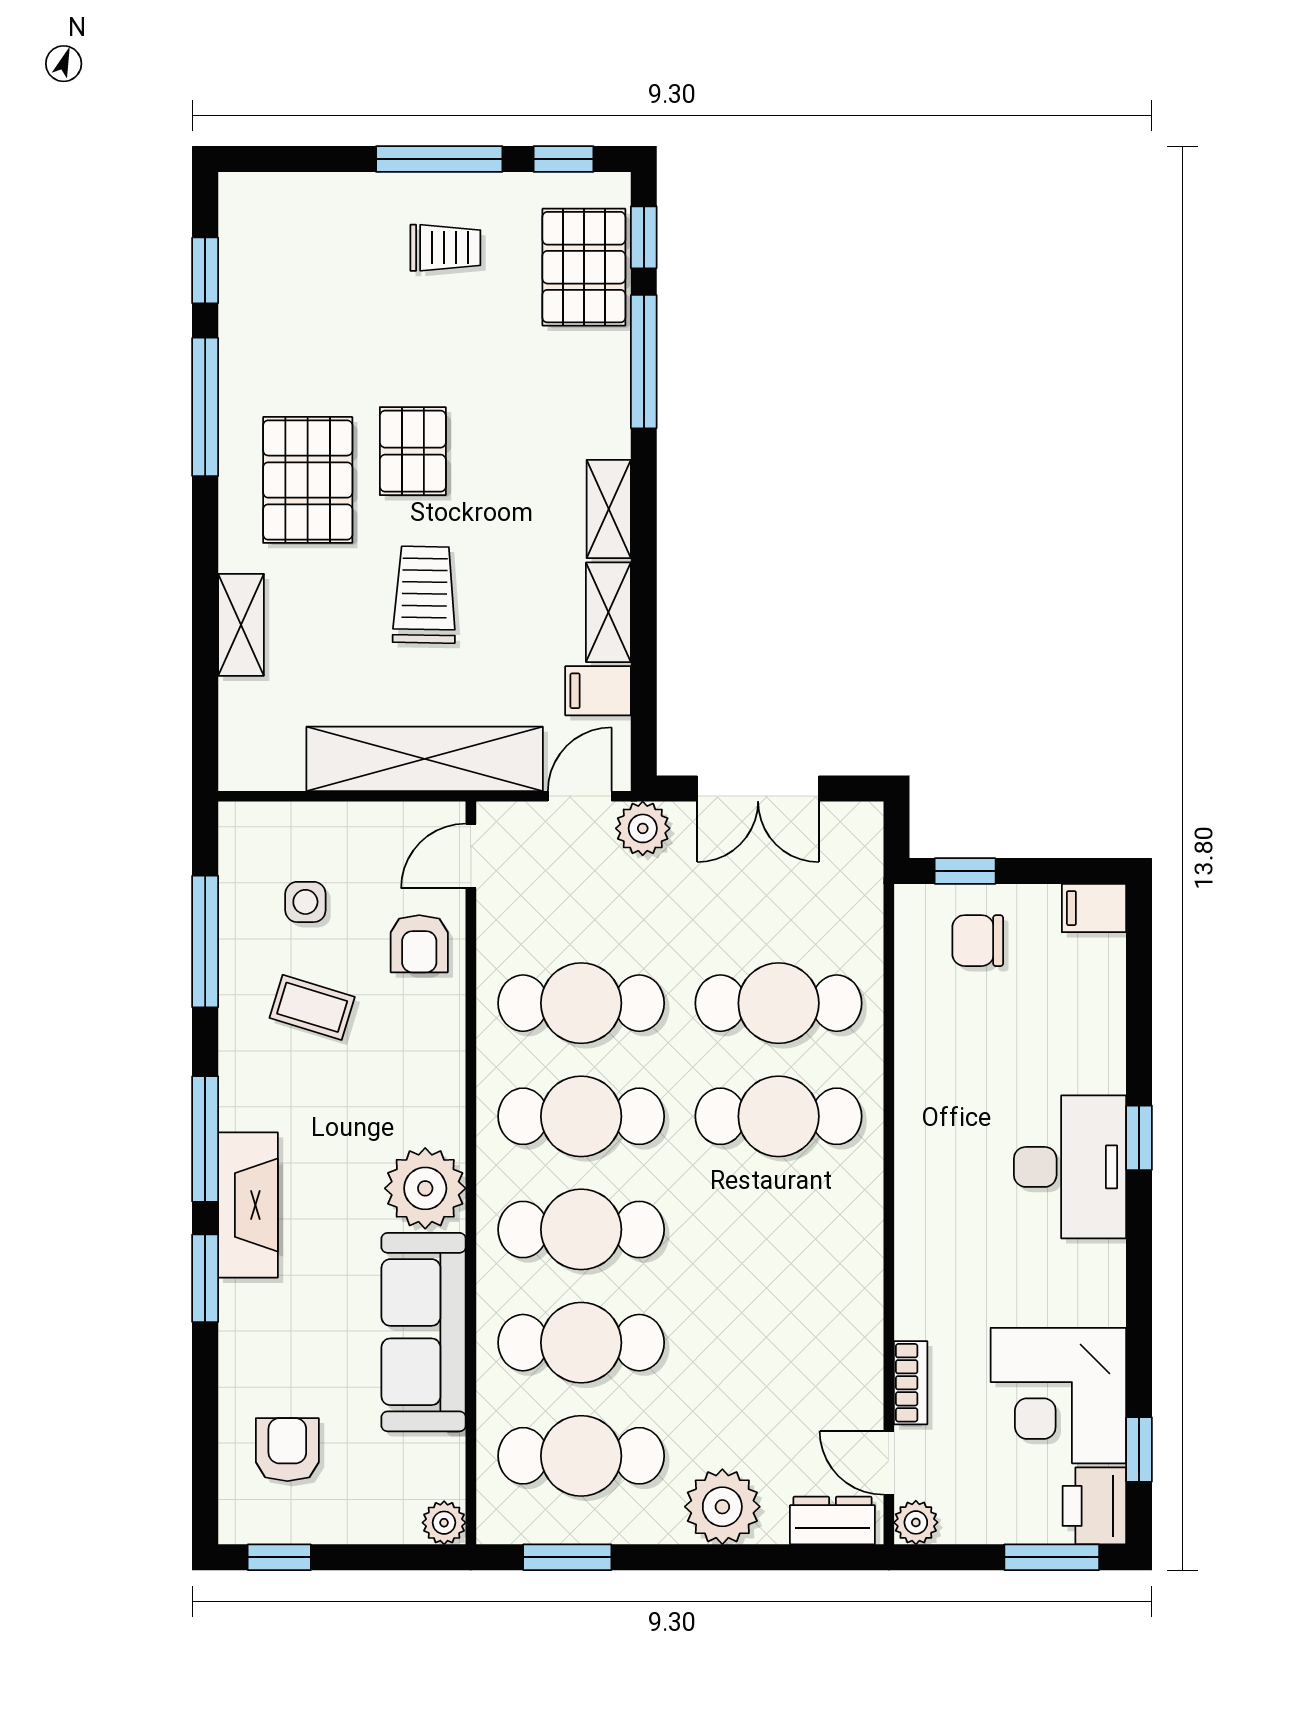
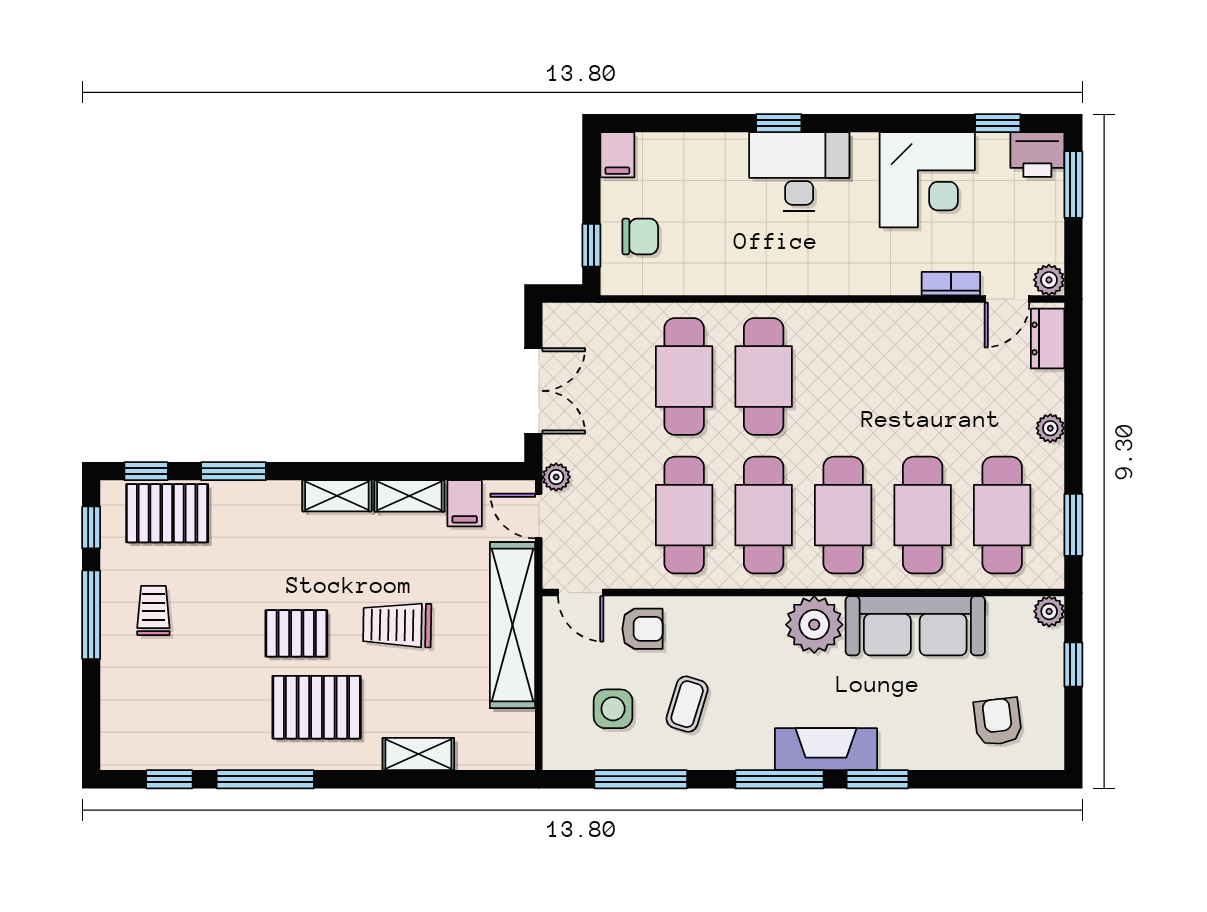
window: (644, 362) -> (233, 471), width x0.69
plant: (643, 828) -> (556, 477), width x0.73, depth x0.73
side table: (305, 902) -> (613, 709), width x1.37, depth x1.37
chair: (978, 941) -> (640, 236), turned -90
corner desk: (1058, 1396) -> (927, 180), moved
armchair: (287, 1450) -> (998, 722), turned 83
plant: (722, 1507) -> (1050, 428), width x0.53, depth x0.53
window: (279, 1557) -> (1073, 665), moved

